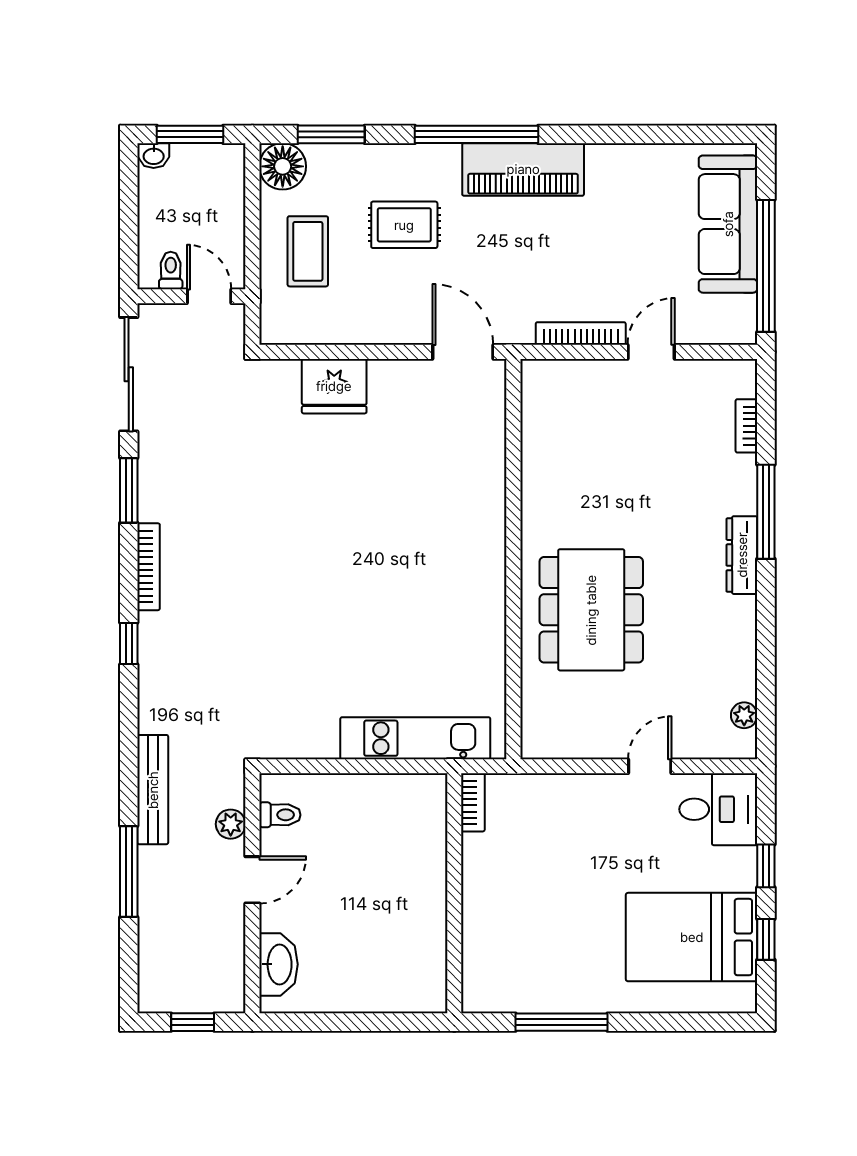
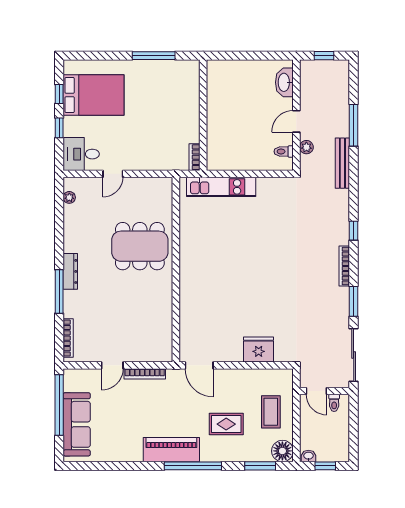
window: (190, 134) -> (325, 466), width x0.67
washbasin: (154, 156) -> (308, 456), moved
bookcase: (746, 426) -> (68, 338), width x1.56
dining table: (591, 610) -> (140, 246), turned 90

